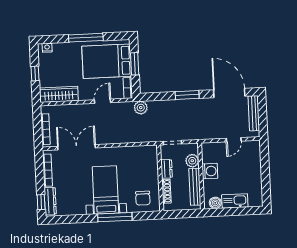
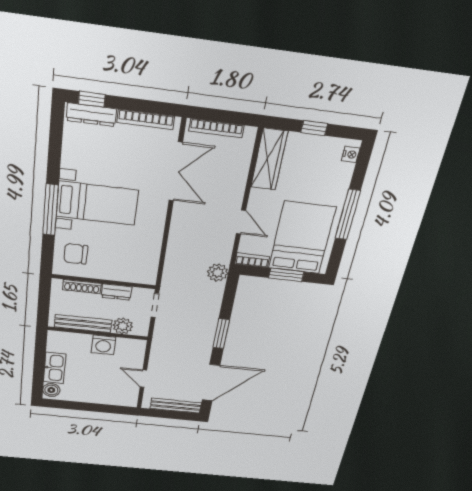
boiler: (215, 203) -> (51, 390), moved

